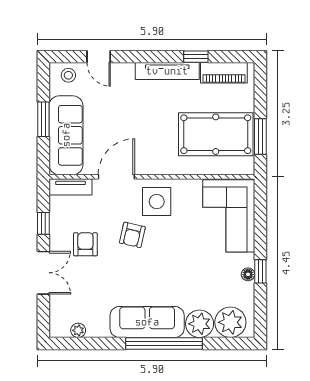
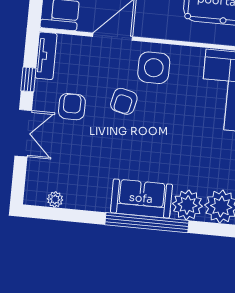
tv unit: (70, 187) -> (46, 56), moved, turned -90
sofa: (147, 322) -> (141, 198), width x0.73

